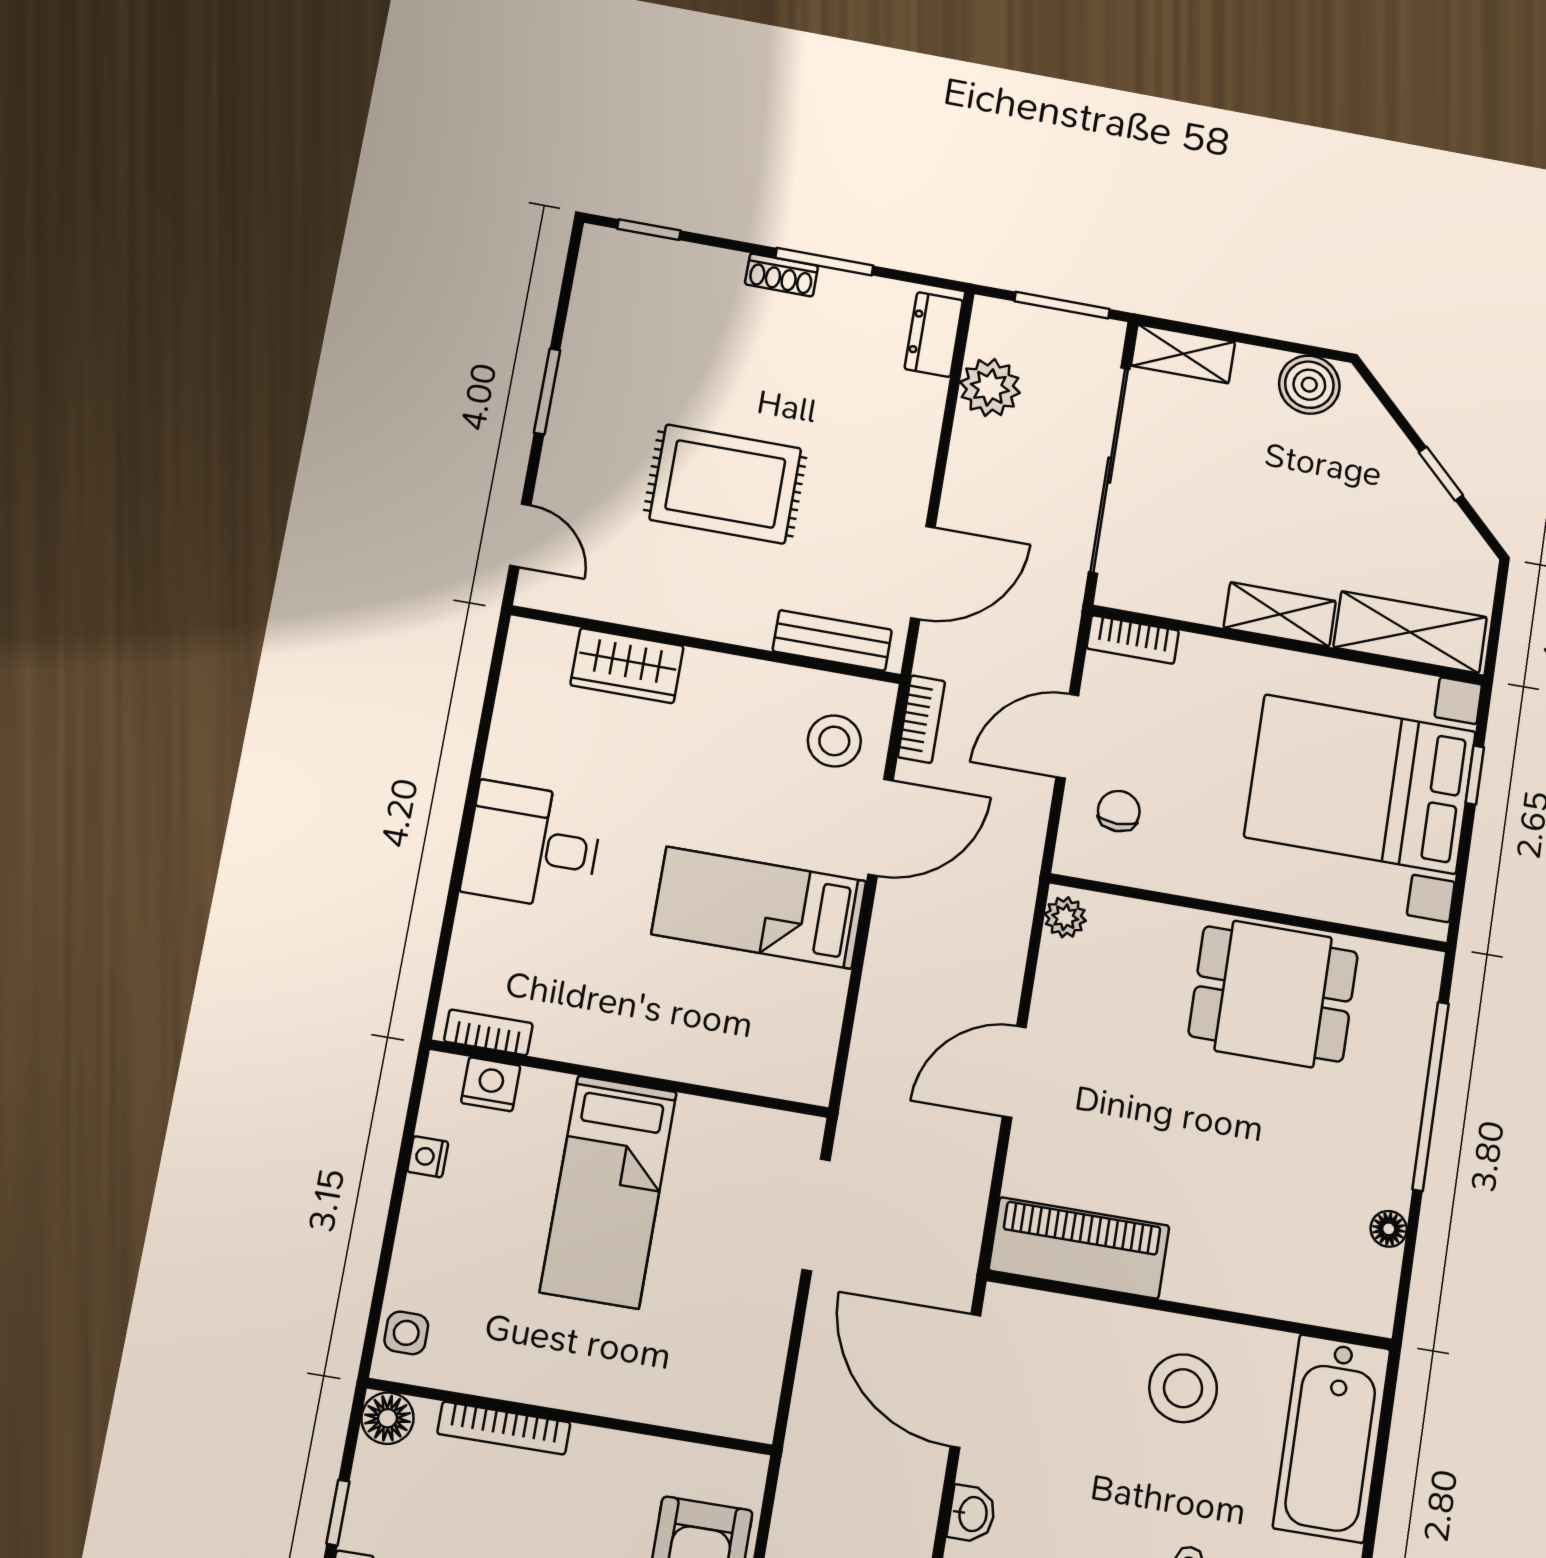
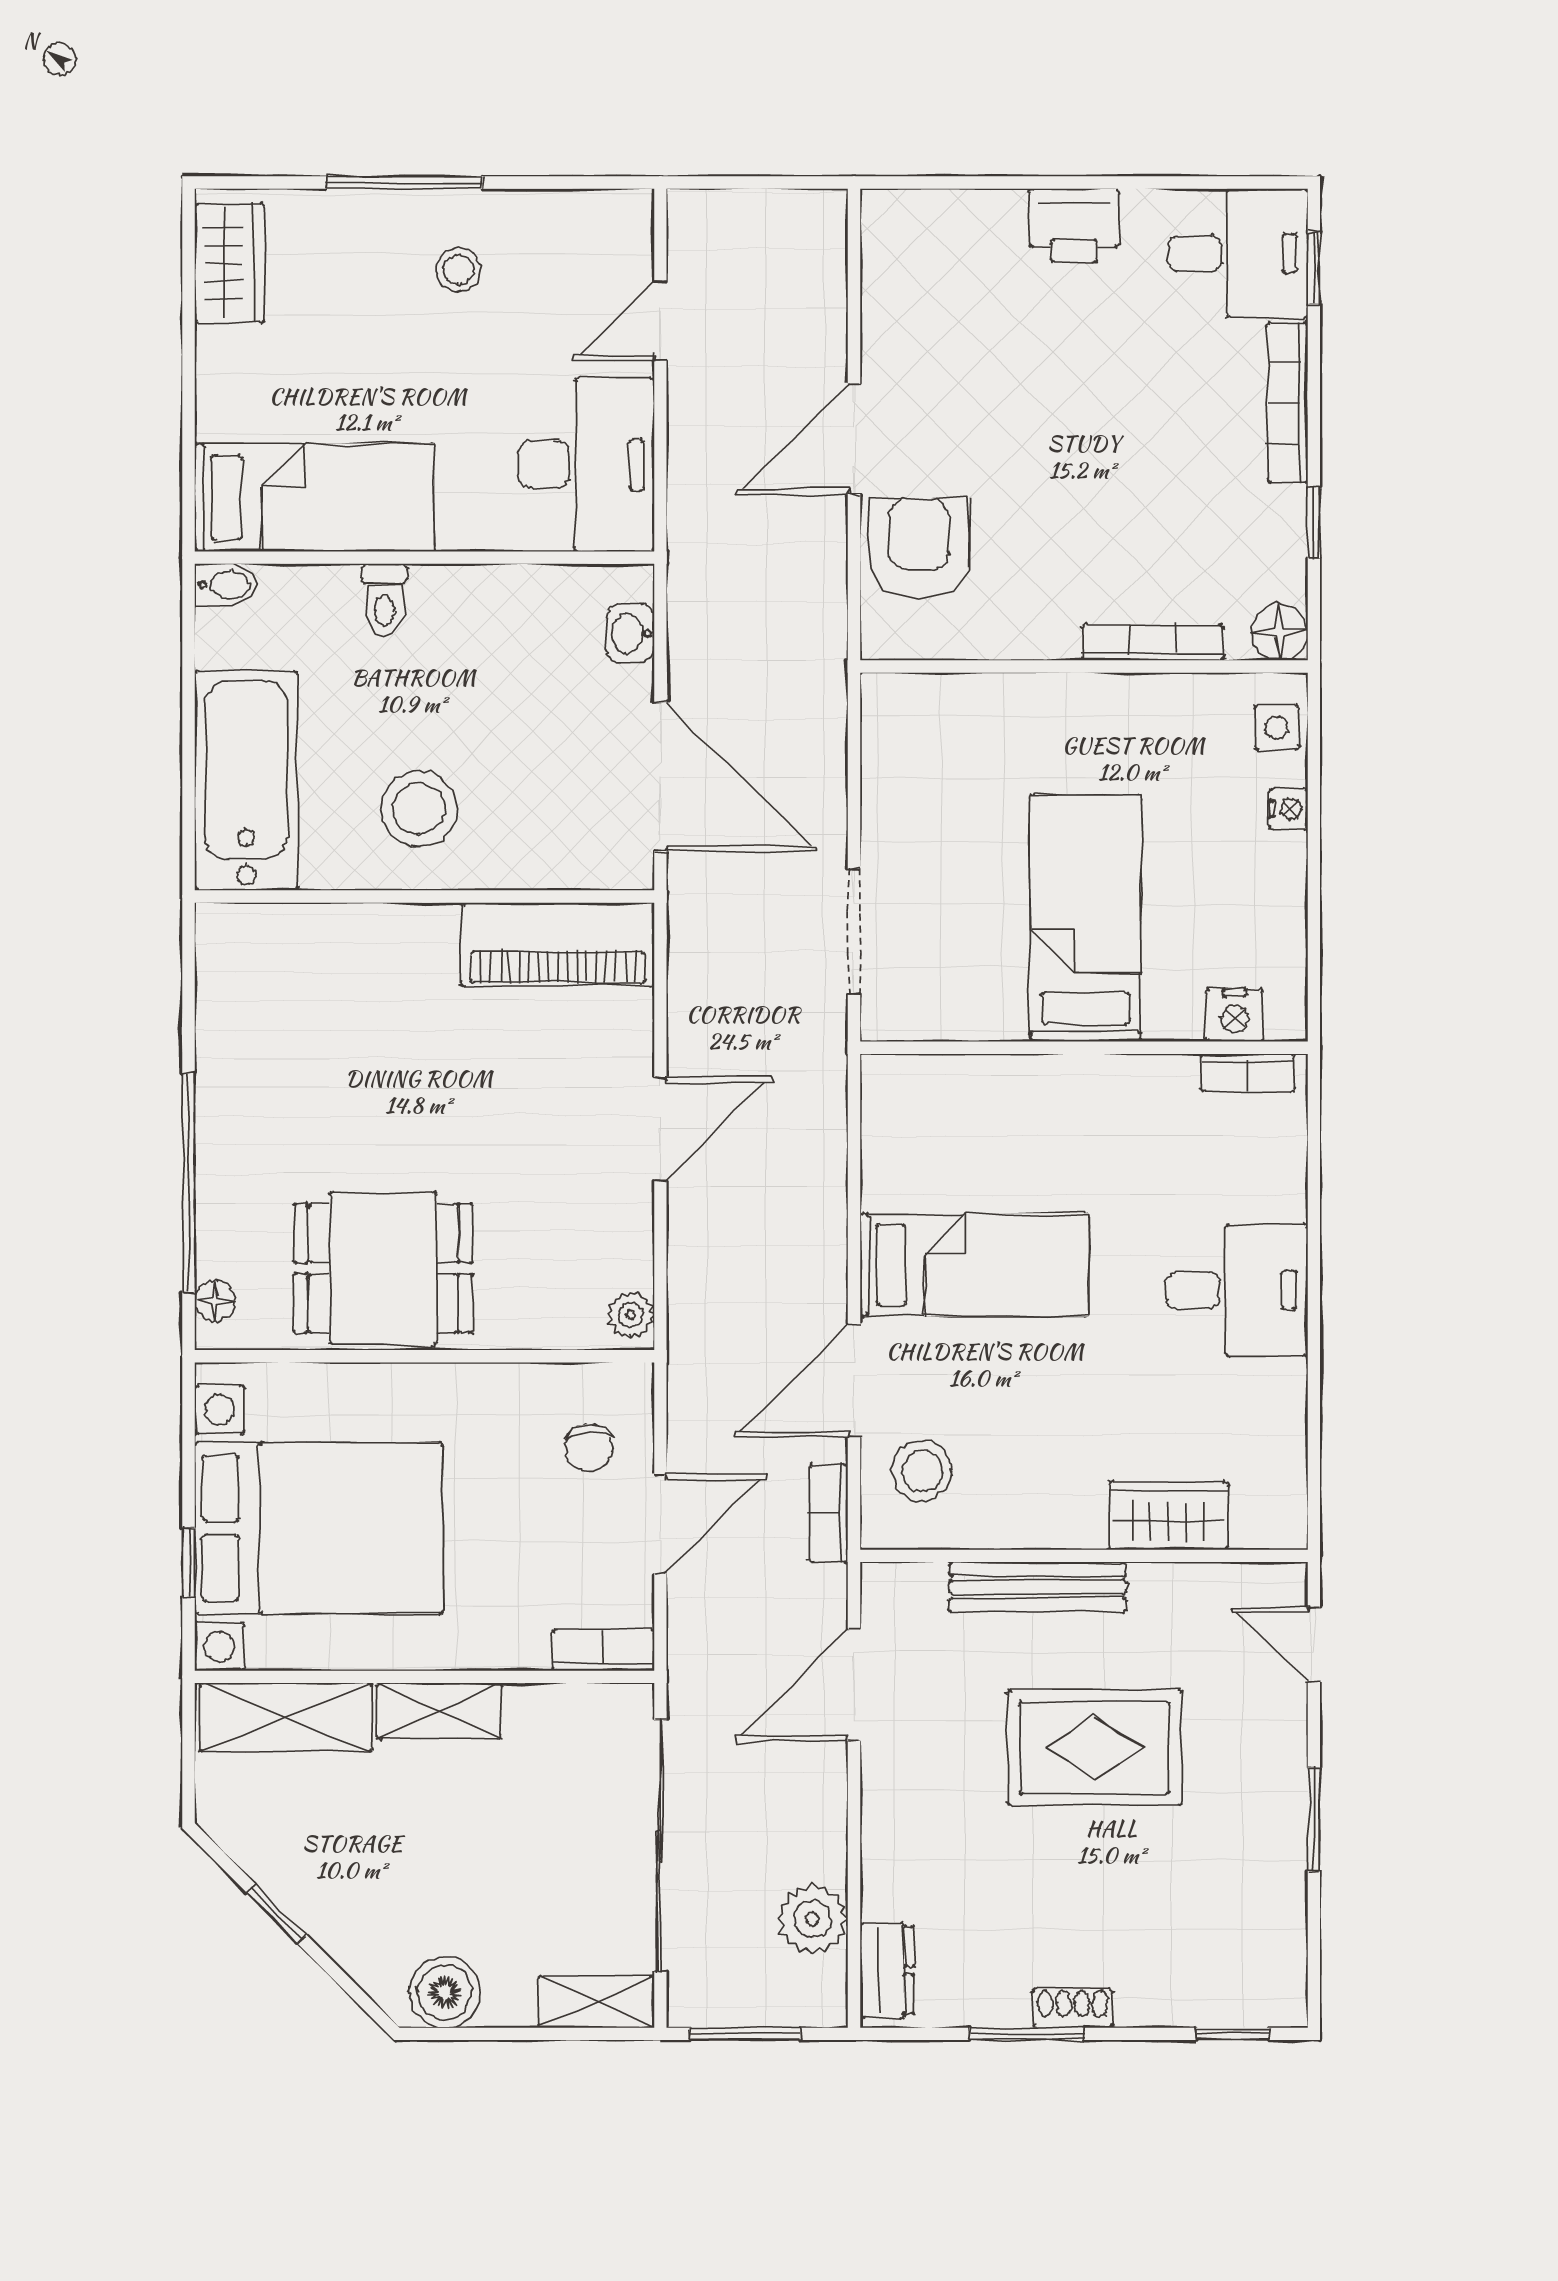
bench: (832, 640) -> (1038, 1587), moved, width x1.36
nightstand: (428, 1157) -> (1288, 809), moved
floor lamp: (1389, 1229) -> (215, 1301), moved

